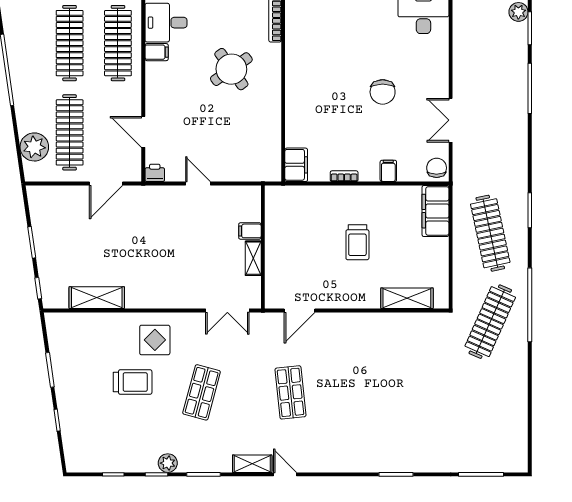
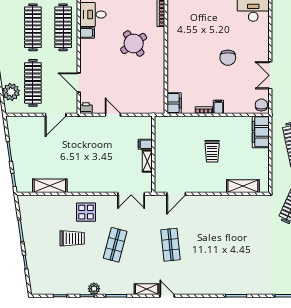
filing cabinet: (388, 171) -> (218, 107), moved

